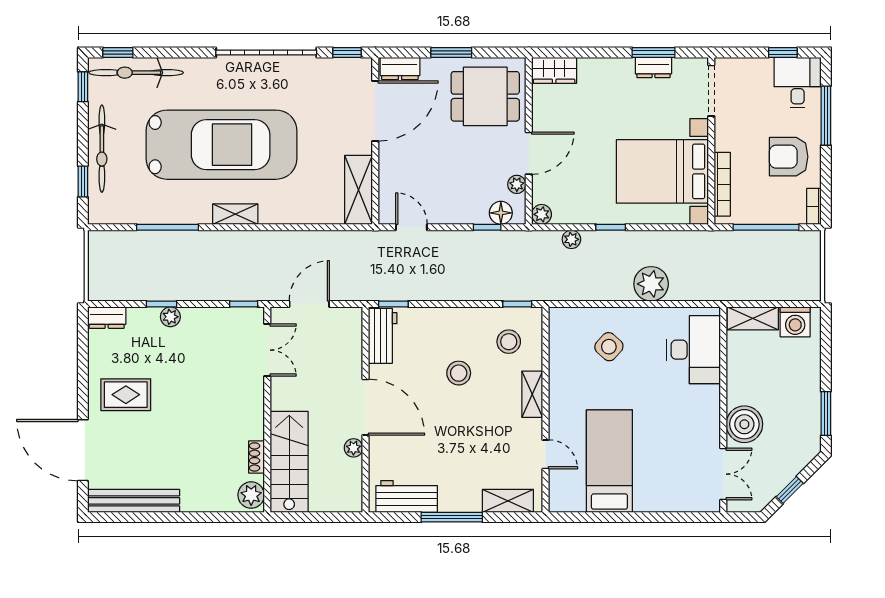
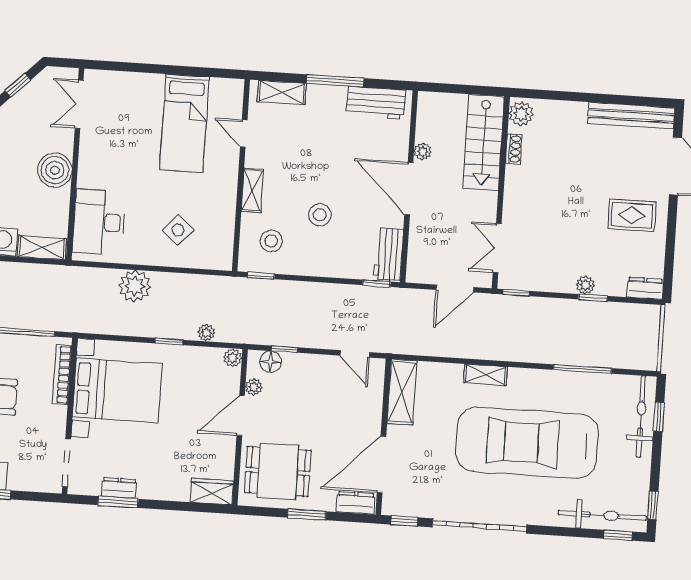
bicycle: (102, 149) -> (641, 417), moved
shelving: (235, 214) -> (485, 375), moved
boiler: (744, 424) -> (55, 170), moved

